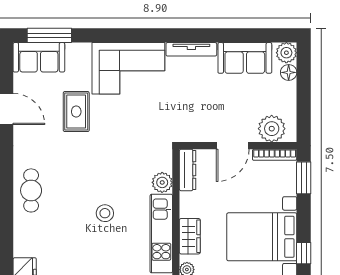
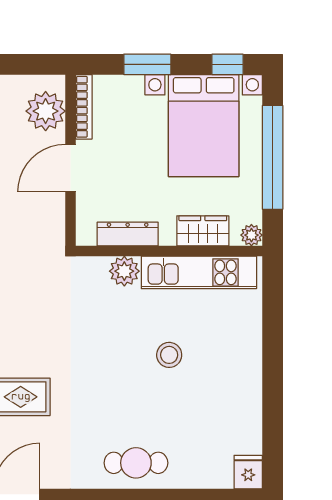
door: (233, 146) -> (70, 168), swing flipped
dresser: (188, 170) -> (128, 234), moved
window: (304, 178) -> (147, 64), moved

